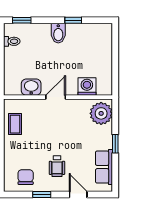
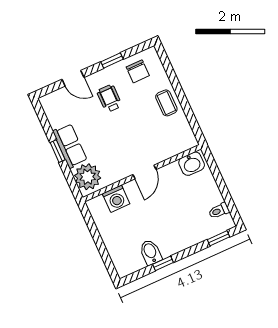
bidet: (58, 33) -> (151, 252), moved
washbasin: (31, 87) -> (192, 164), moved
coffee table: (15, 124) -> (166, 103), moved
row of seats: (104, 167) -> (70, 146), moved

